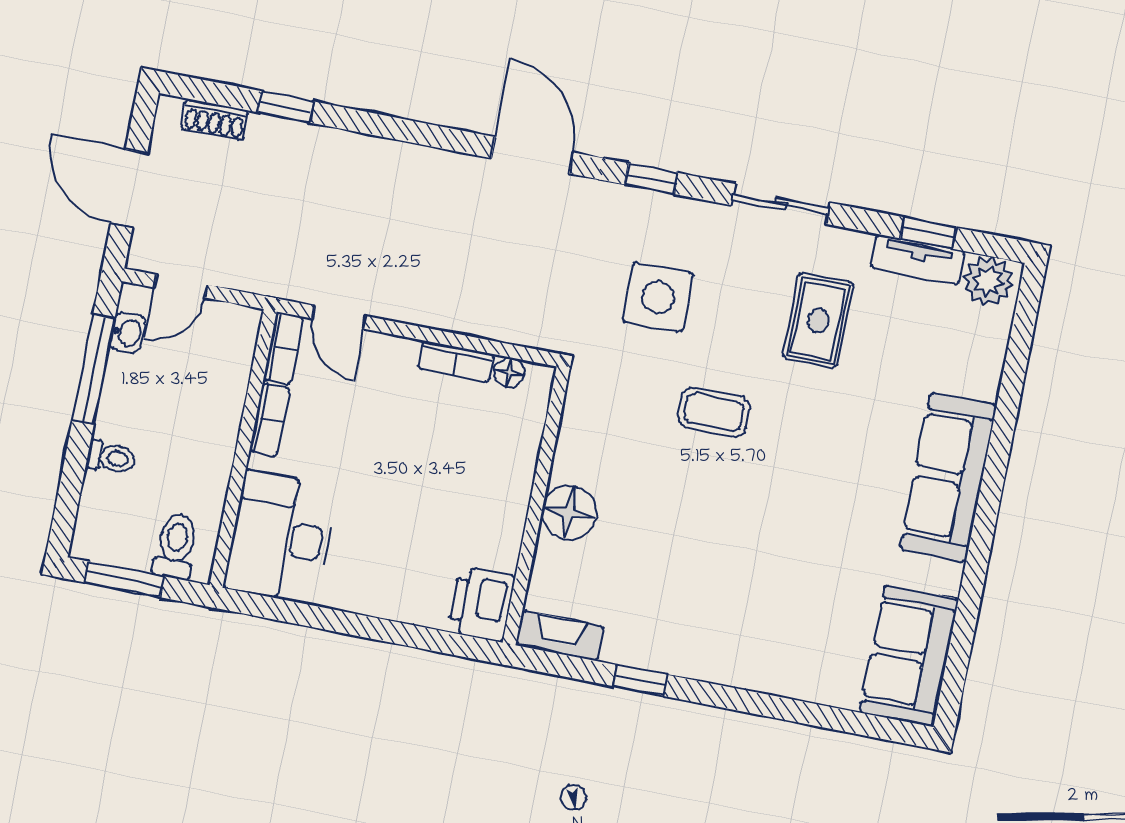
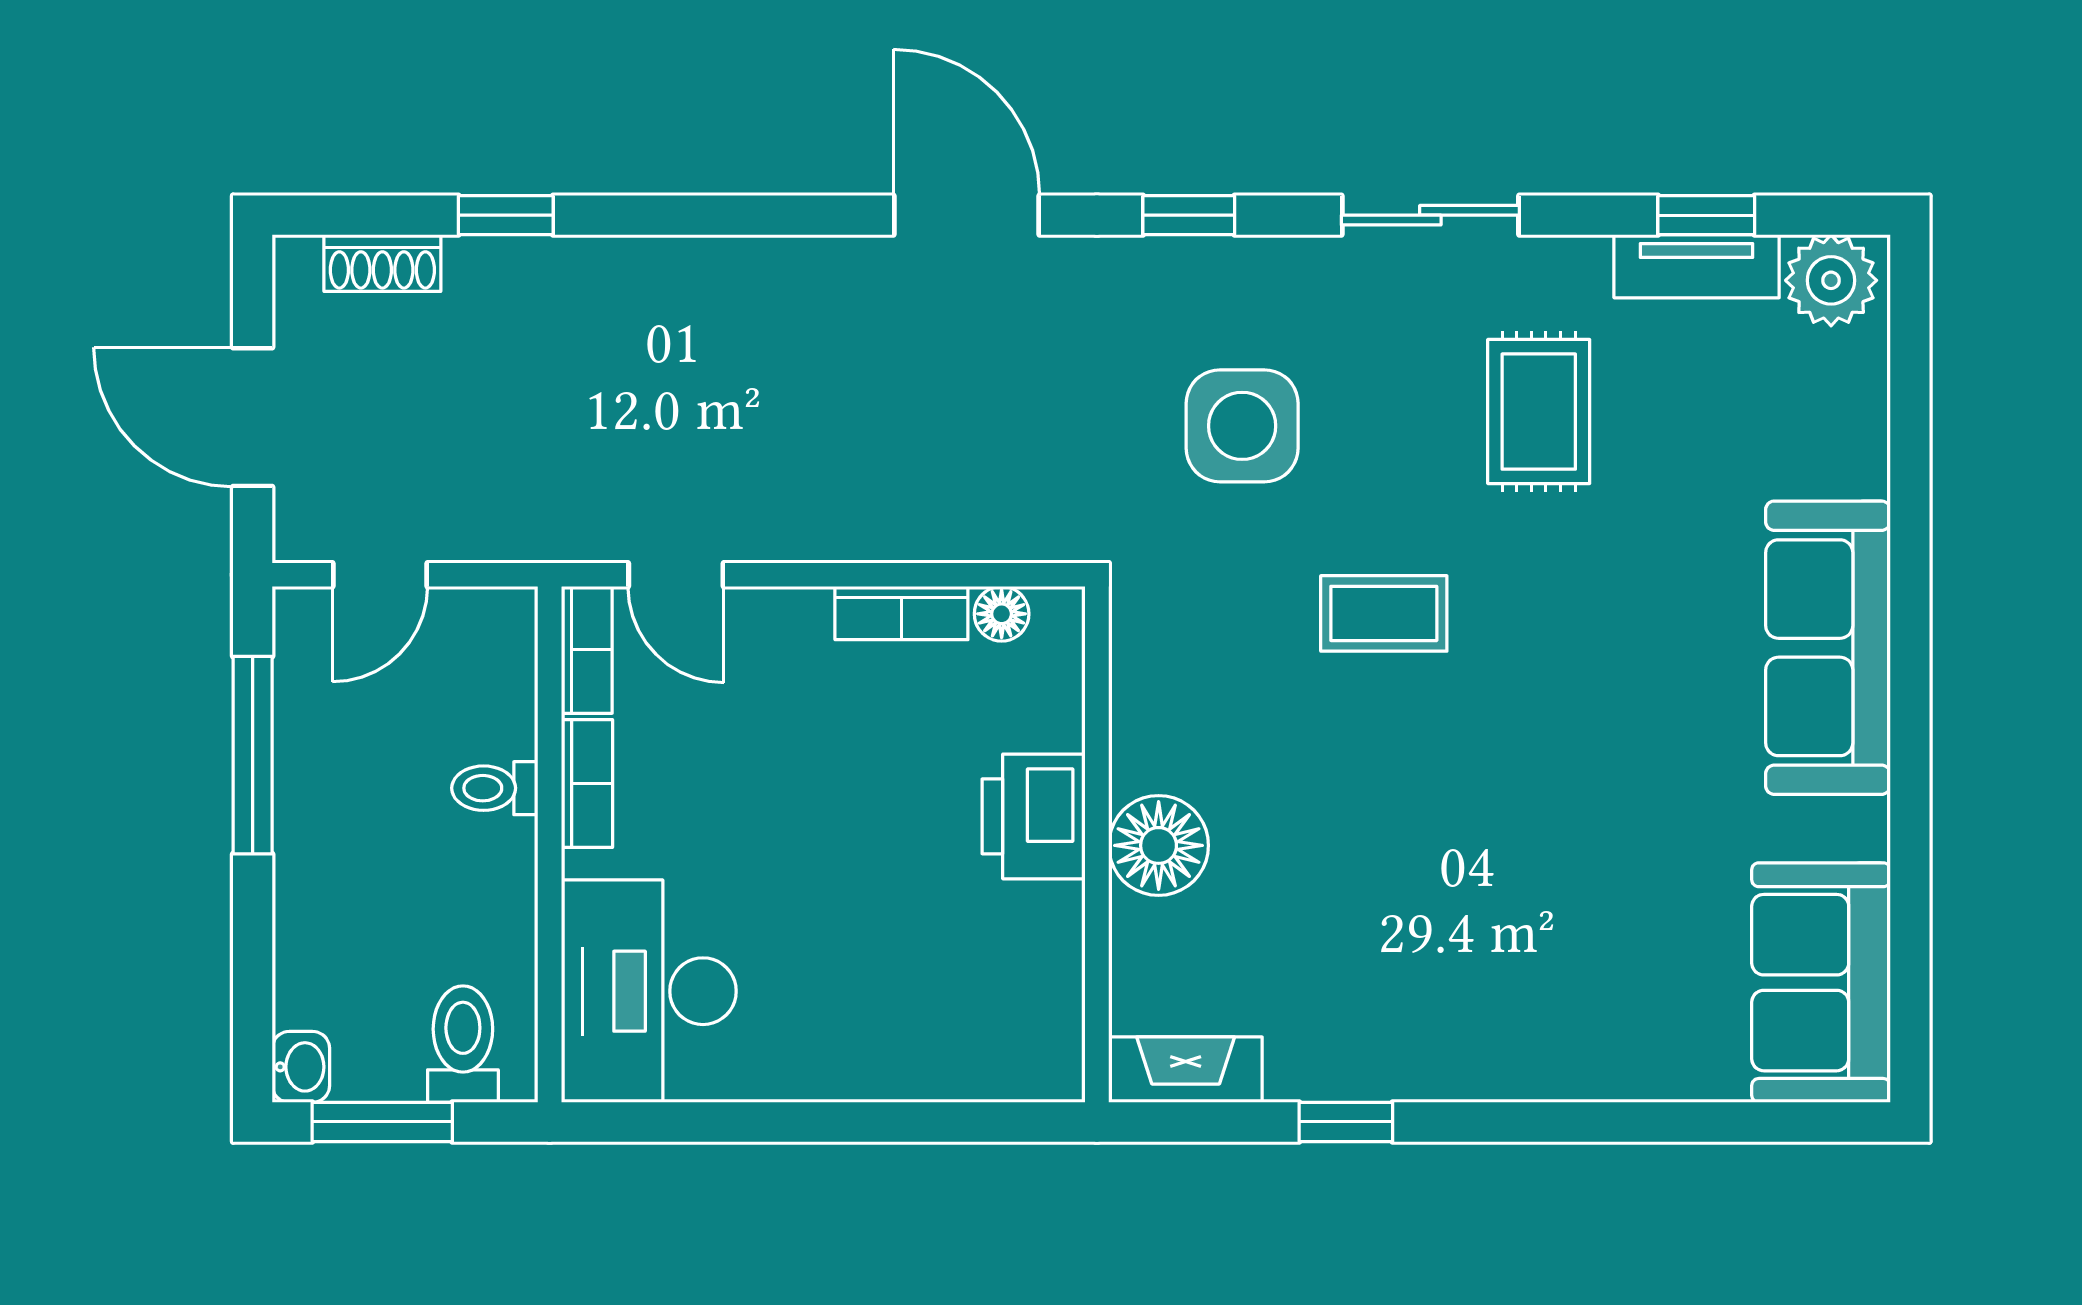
washbasin: (128, 333) -> (301, 1067), moved
toilet: (111, 457) -> (495, 788), moved, turned 180
printer: (482, 604) -> (1034, 816), moved

